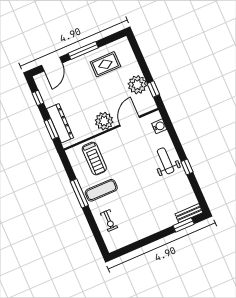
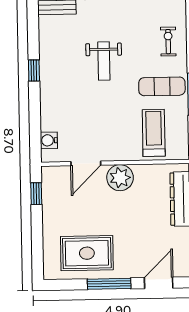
rug: (105, 64) -> (87, 253), width x1.36, depth x1.43
plant: (137, 85) -> (55, 208), removed
weight bench: (166, 161) -> (104, 61), moved

